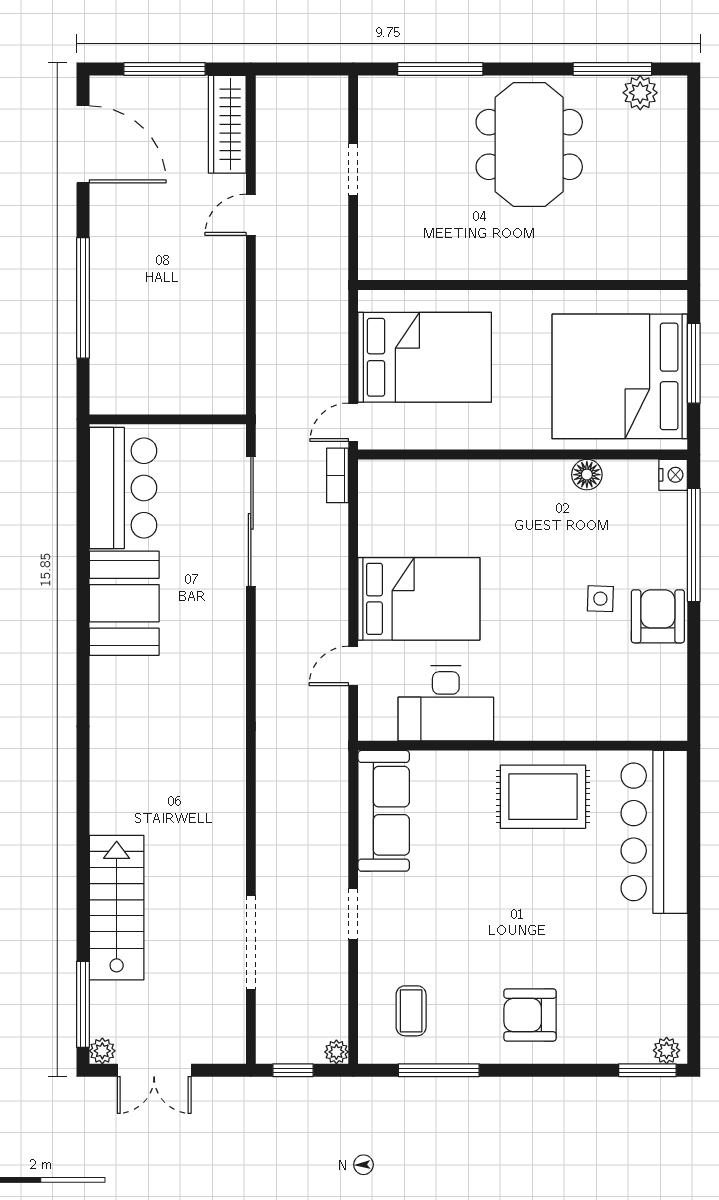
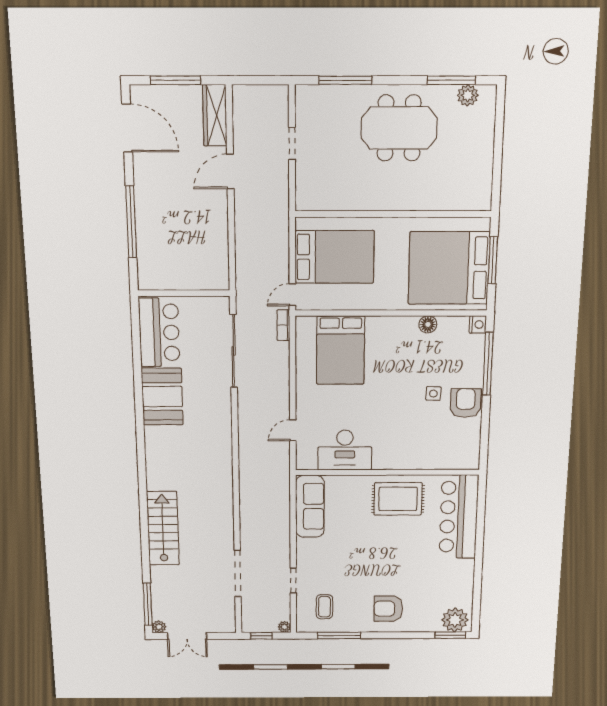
meeting table: (529, 144) -> (399, 128), turned 90
door: (251, 215) -> (230, 172), width x1.37
bed: (419, 599) -> (341, 350), moved, turned 90
stairs: (117, 908) -> (163, 528), moved
doorway: (353, 914) -> (293, 580), moved
plant: (667, 1050) -> (455, 620), width x1.87, depth x1.87

